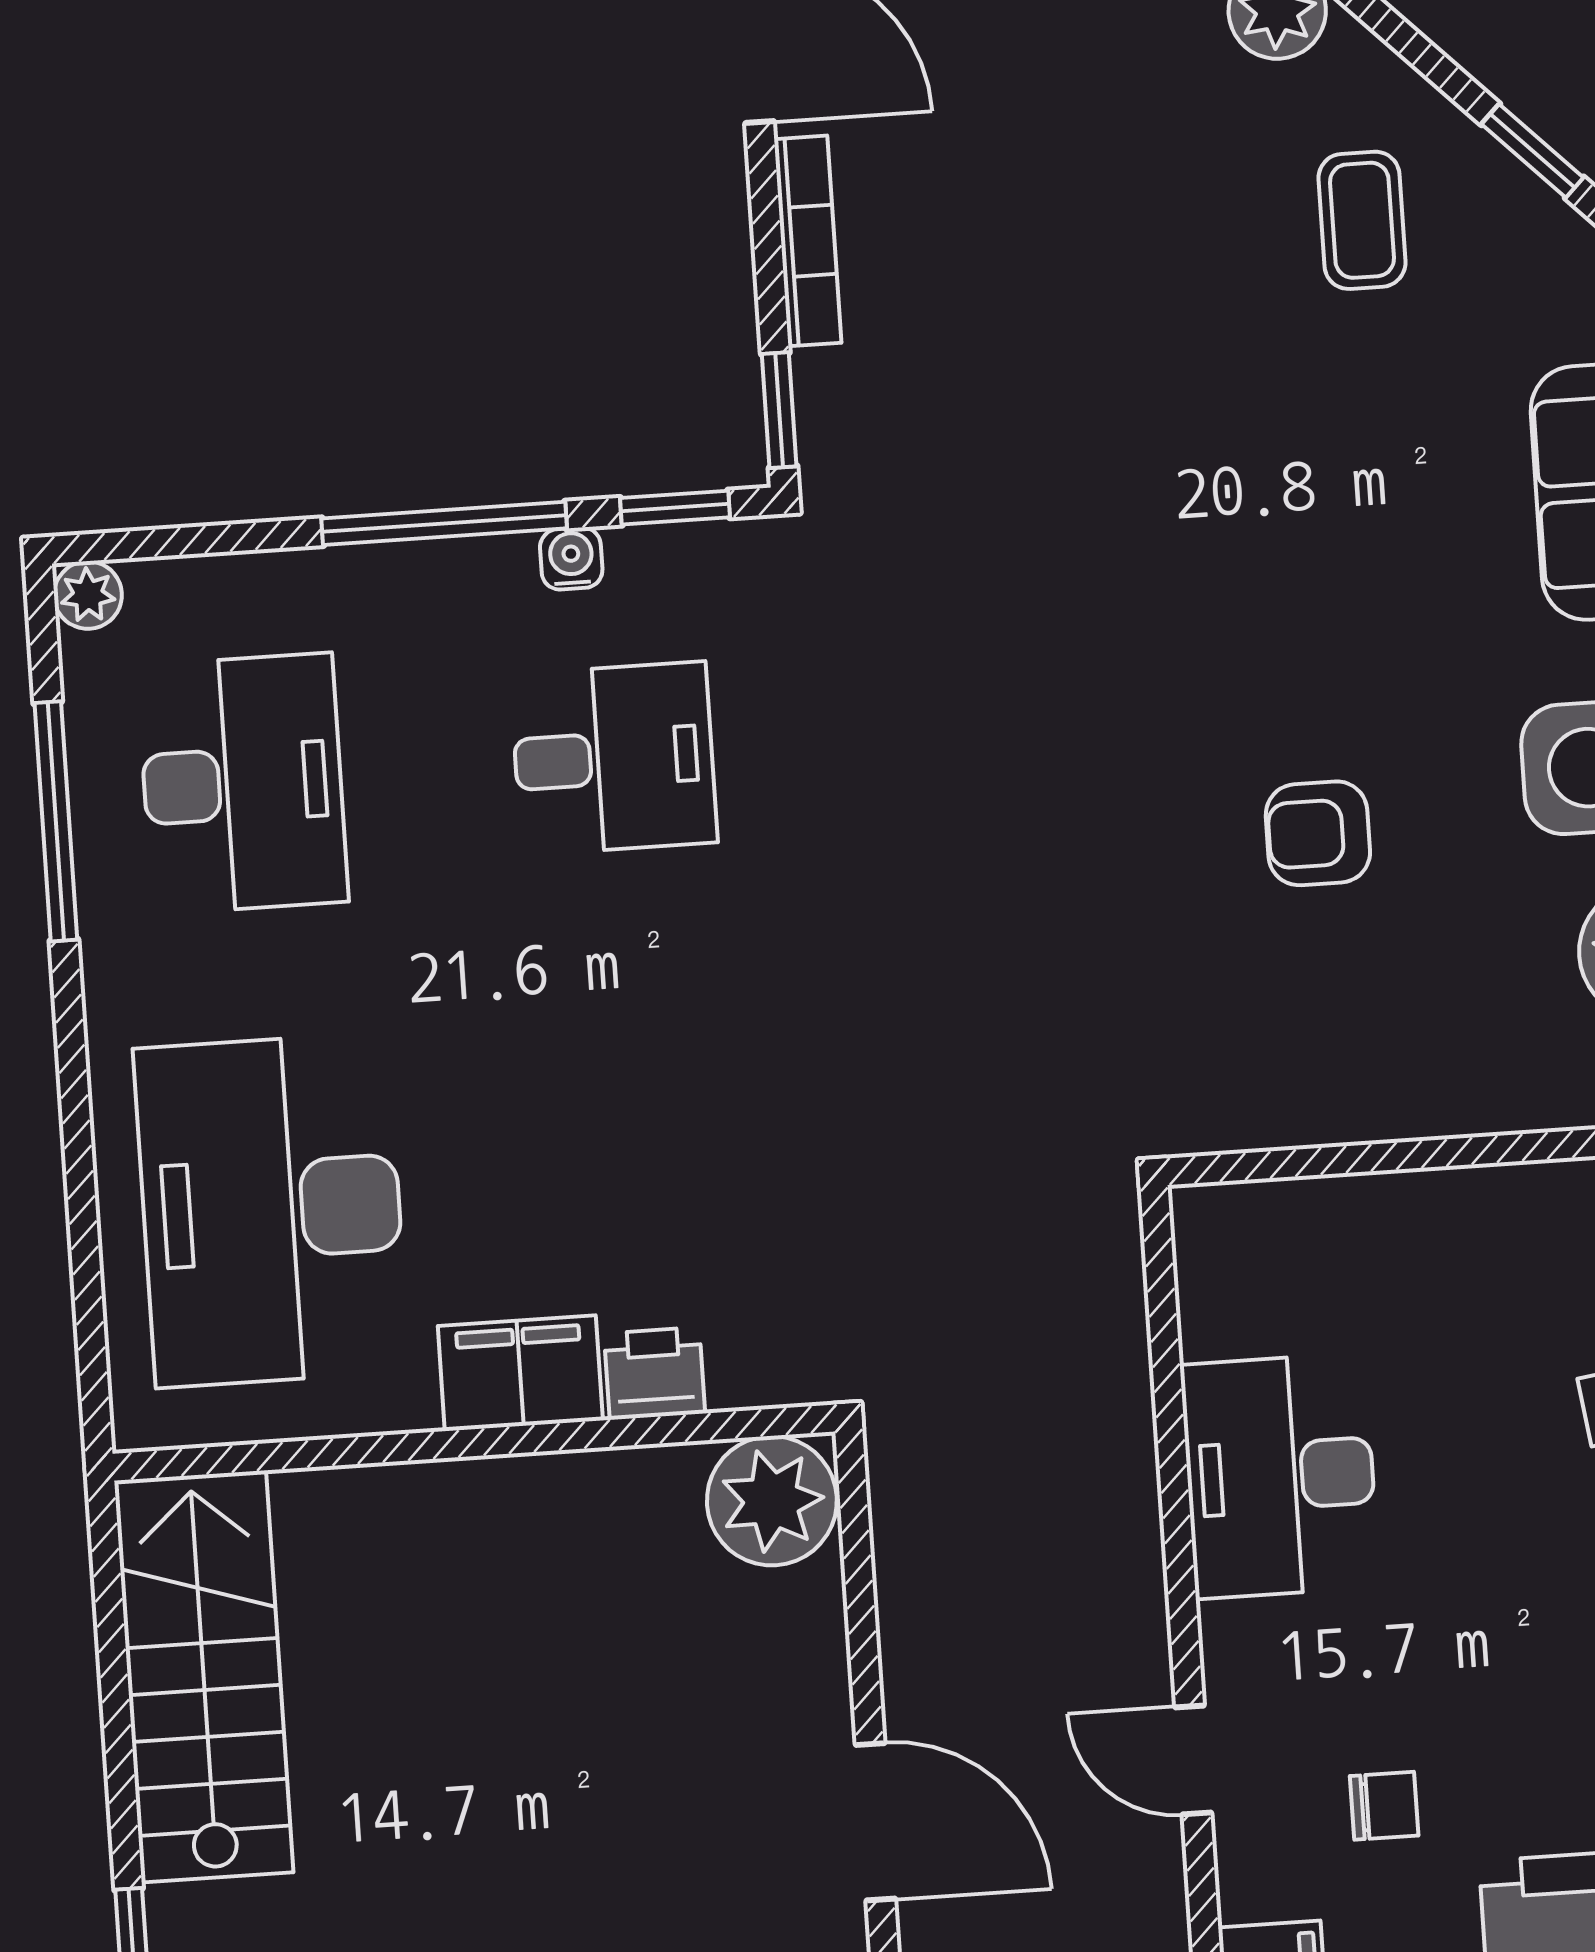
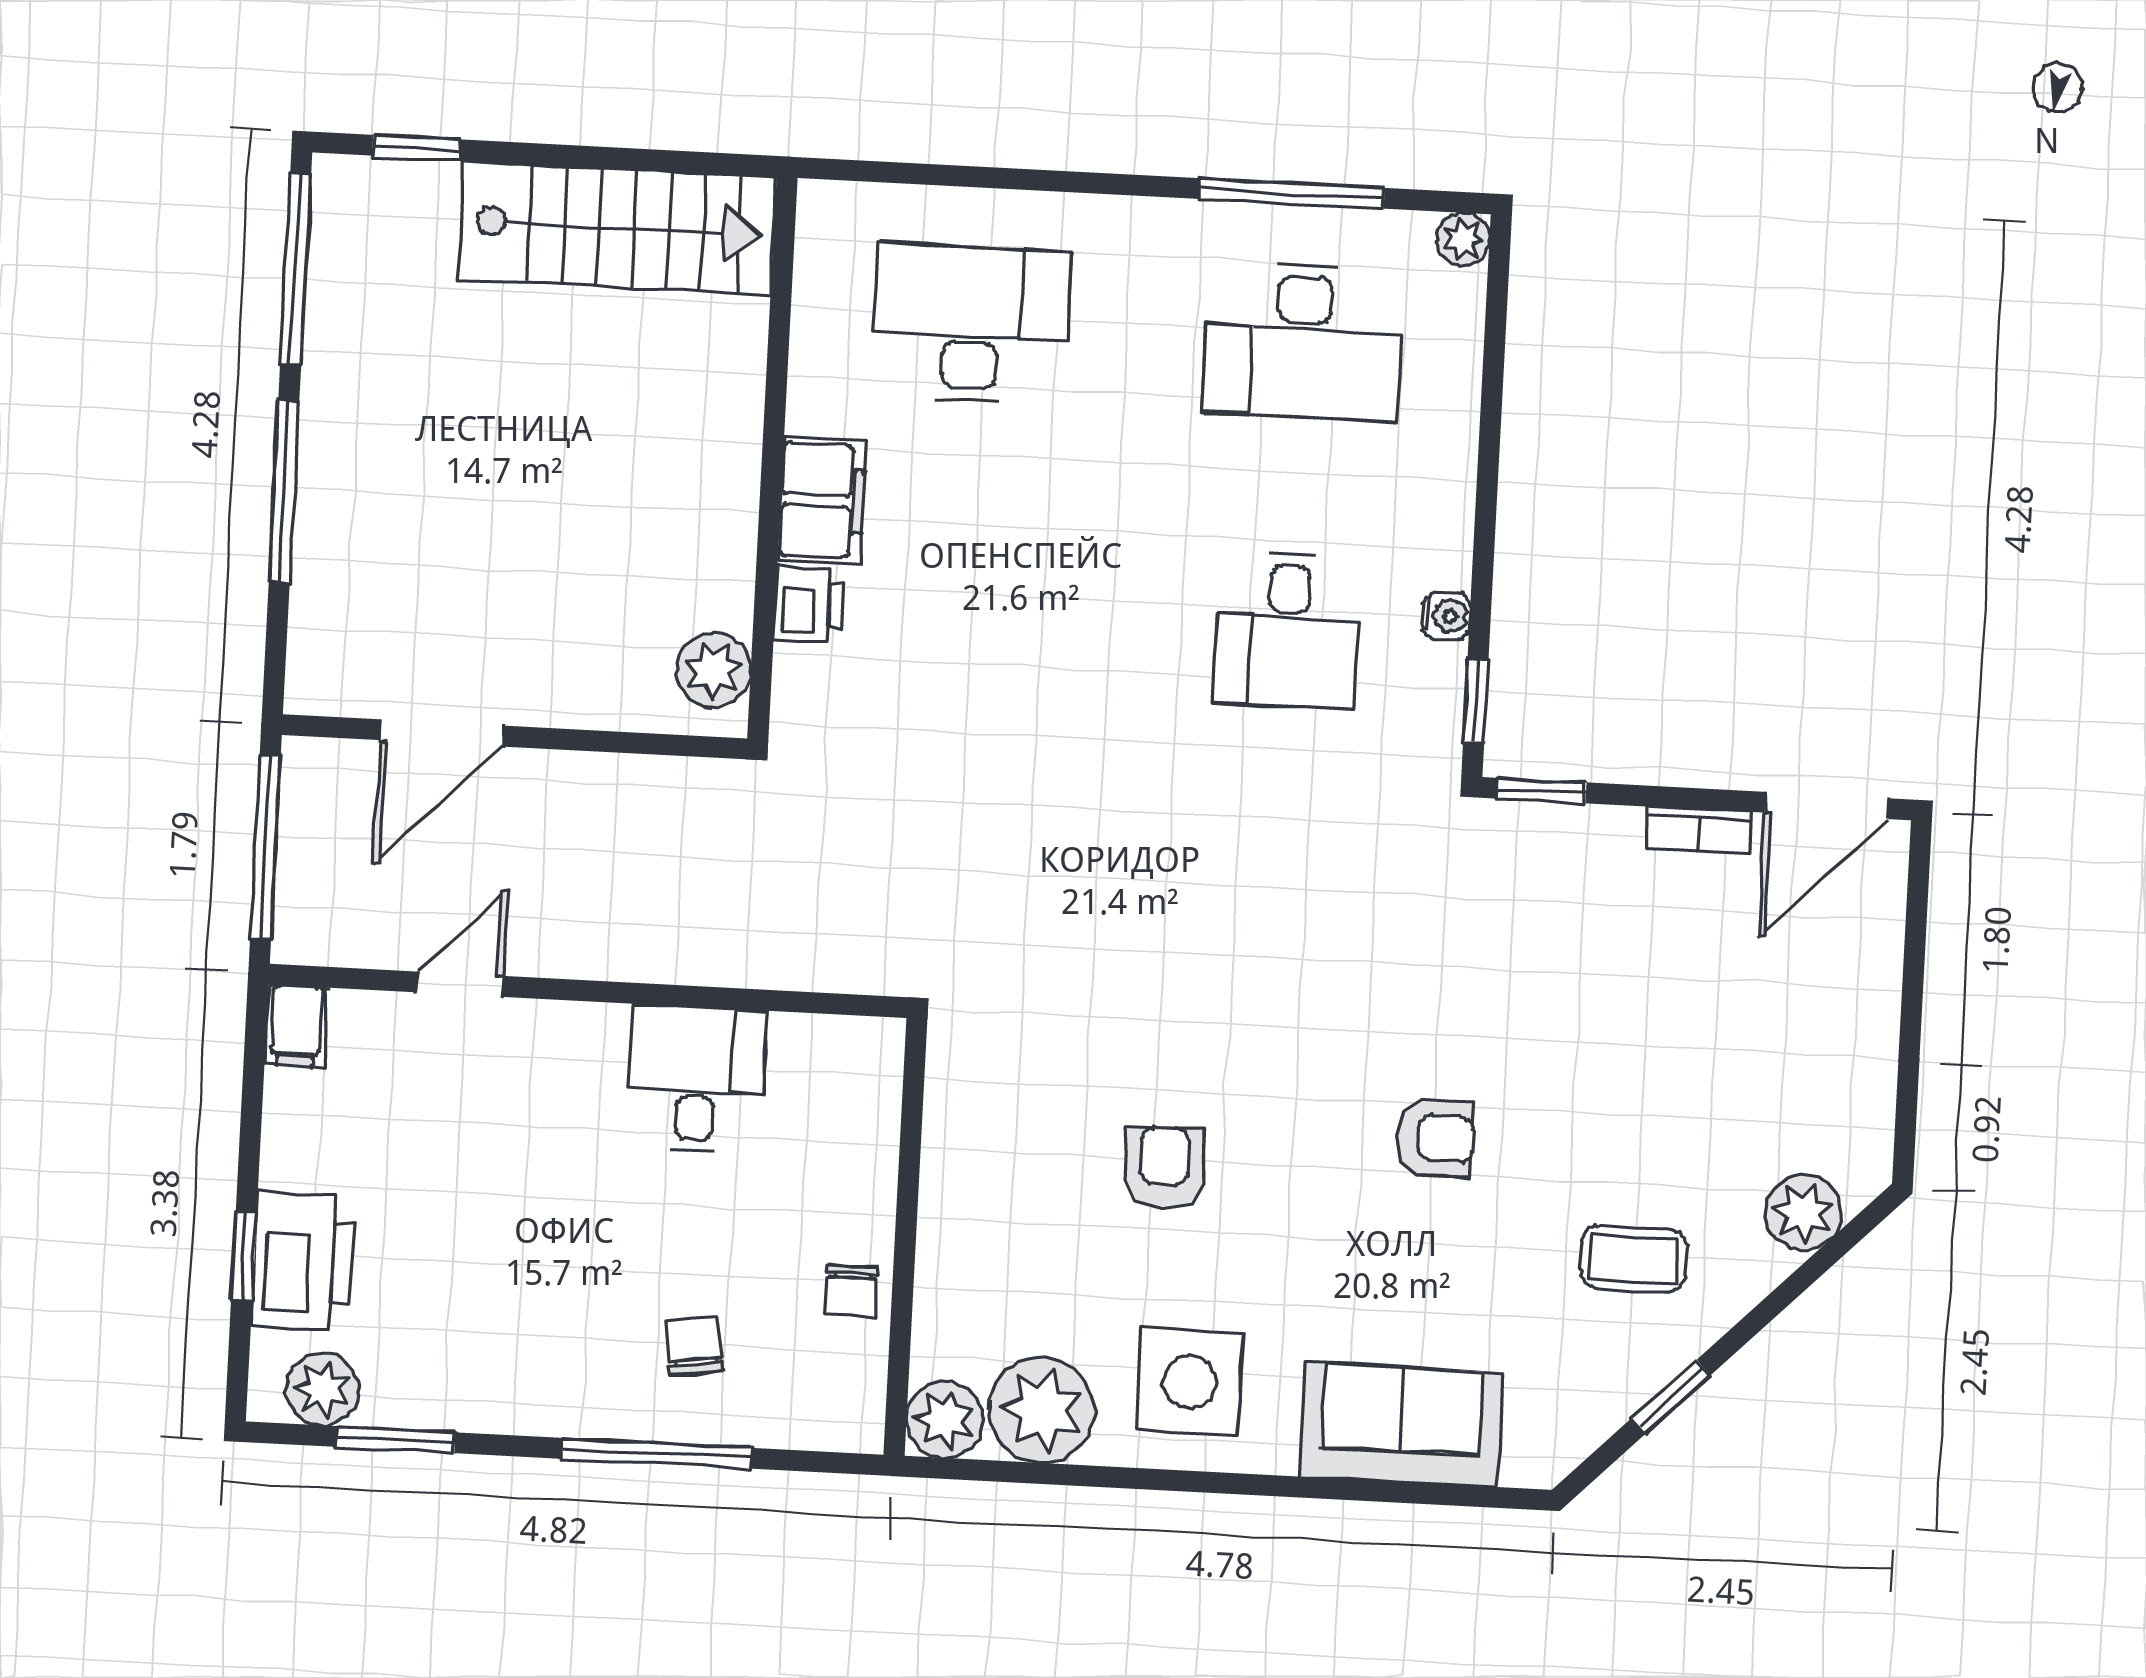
bookcase: (808, 241) -> (1698, 830), width x0.64
armchair: (1239, 492) -> (1435, 1138), added
window: (444, 523) -> (1485, 521), removed
desk: (272, 1210) -> (971, 324), width x0.73, depth x0.77
desk: (1280, 1476) -> (696, 1079), width x0.73
plant: (772, 1501) -> (714, 670), width x0.73, depth x0.73
chair: (1384, 1806) -> (851, 1291), moved

